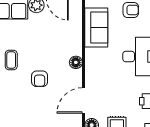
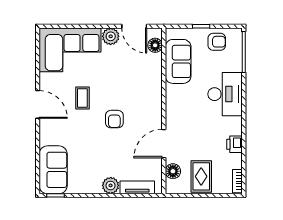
floor lamp: (76, 62) -> (155, 45), moved

